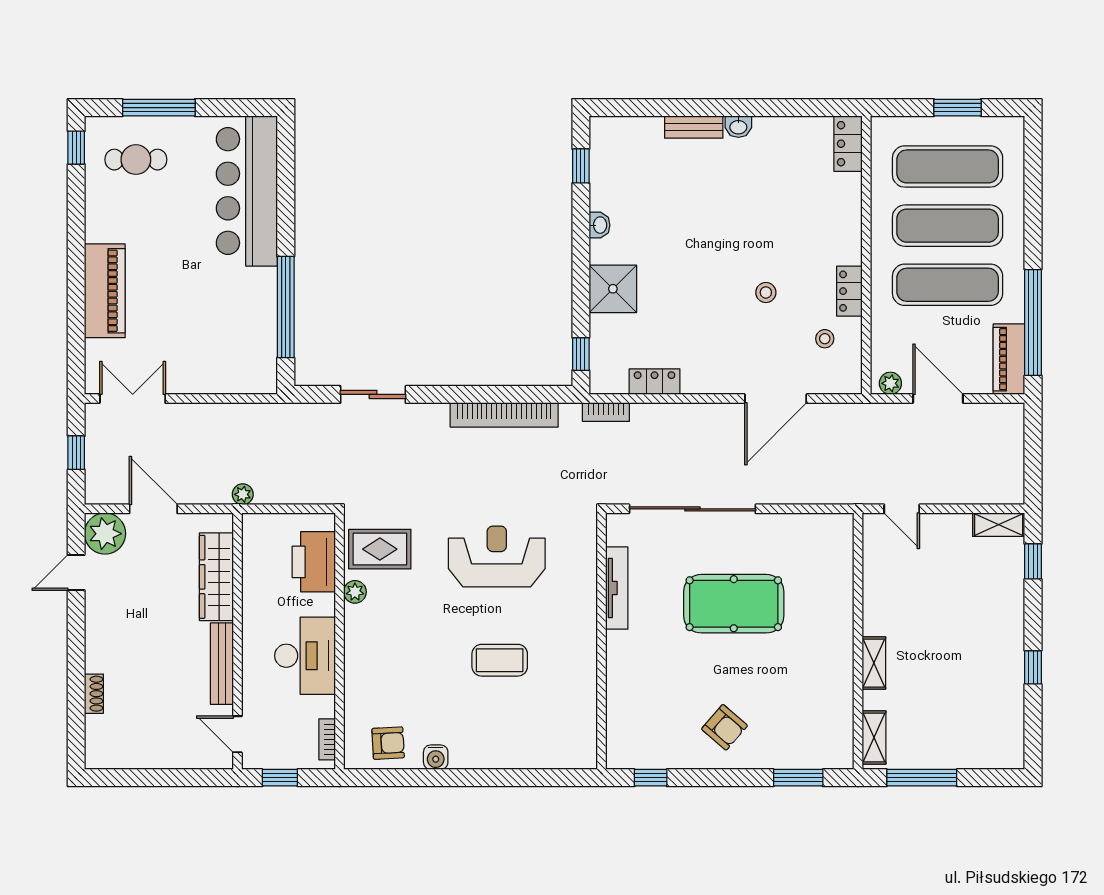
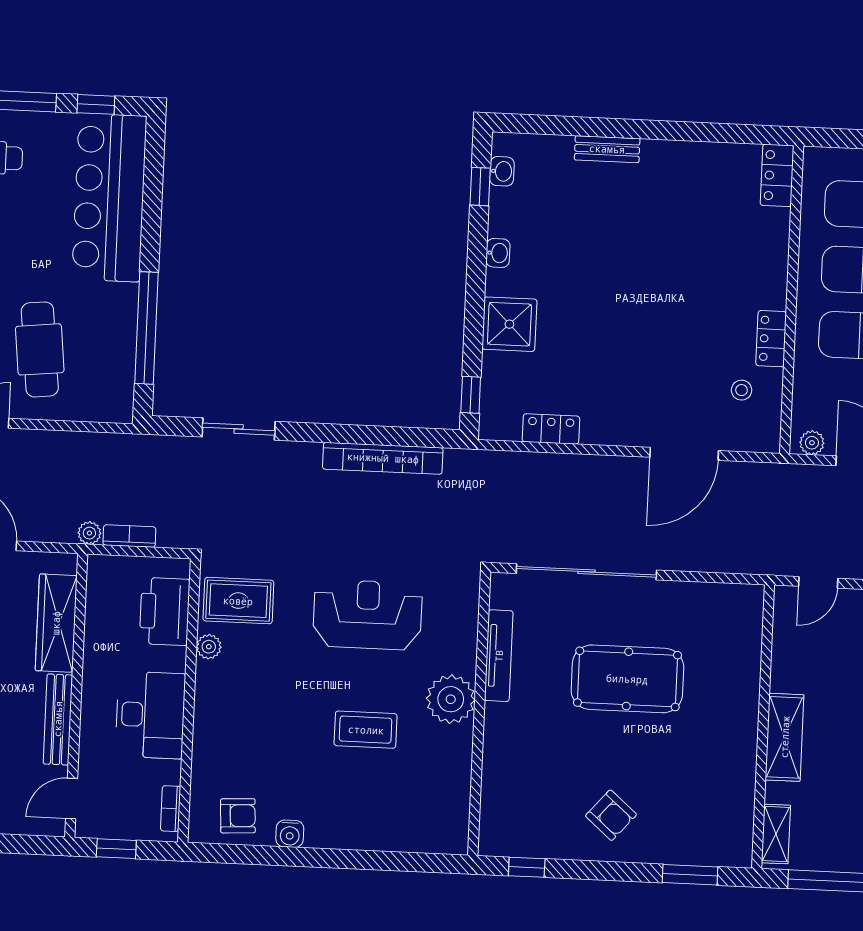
window: (231, 108) -> (96, 104), added
washbasin: (738, 127) -> (502, 171), moved, turned -90
stool: (766, 292) -> (679, 336), removed
cafe table: (190, 331) -> (40, 349), added
bookcase: (606, 412) -> (129, 536), moved, turned 180
door: (902, 509) -> (818, 582), hinge flipped
plant: (575, 629) -> (451, 699), added
shelving: (874, 663) -> (785, 737), width x1.50, depth x1.33
door: (237, 734) -> (72, 798), hinge flipped

